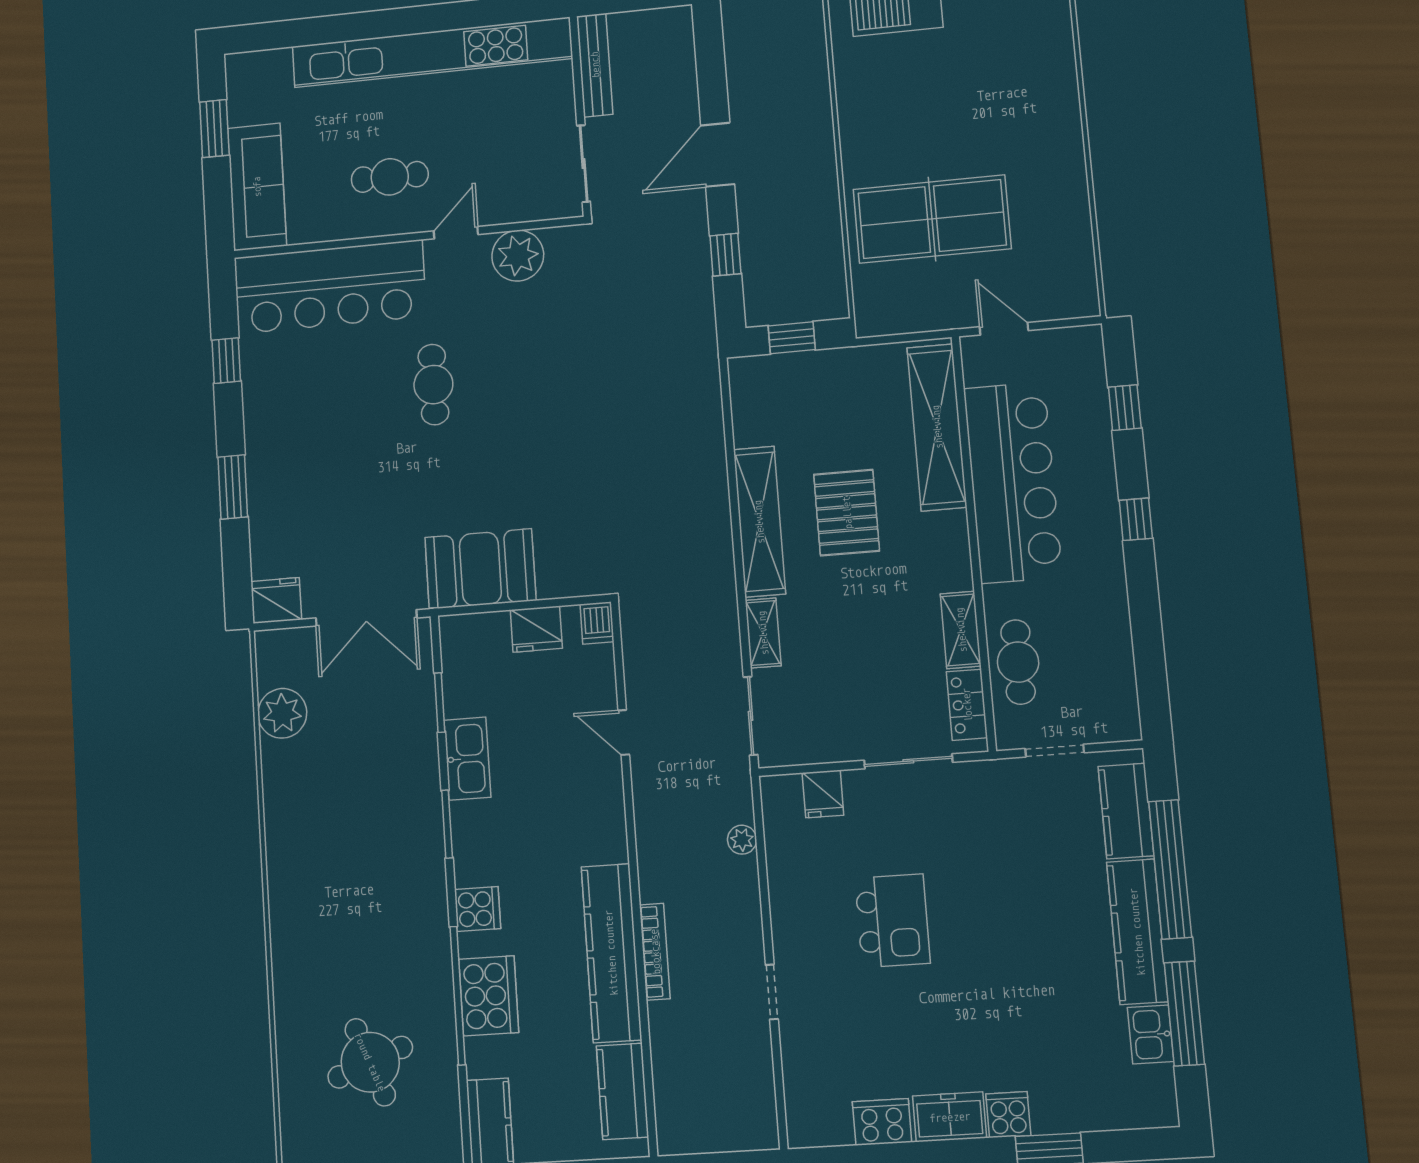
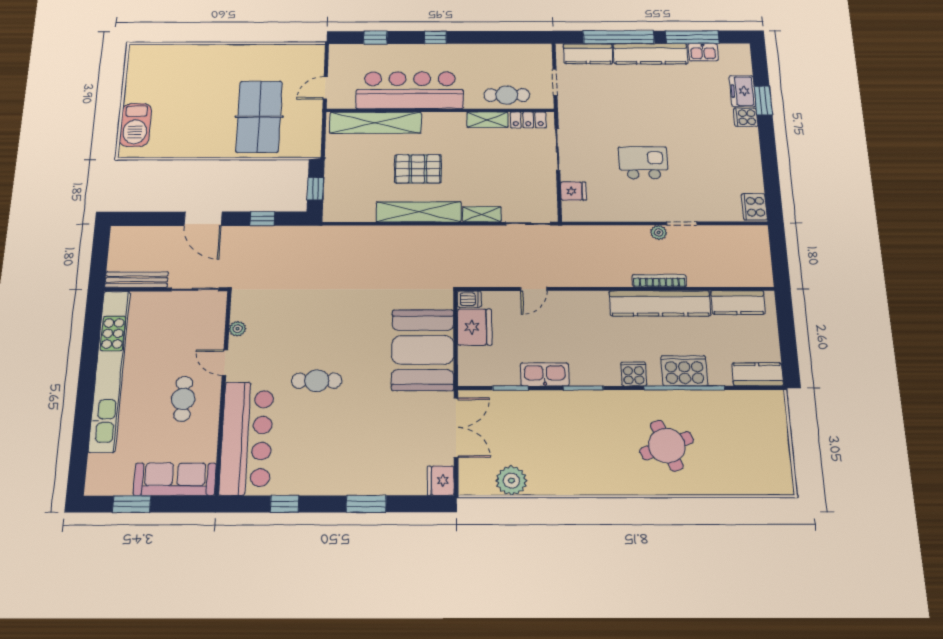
plant: (518, 256) -> (237, 329), width x0.53, depth x0.53
booth: (480, 569) -> (423, 350), width x1.36, depth x1.42
fridge: (536, 629) -> (475, 327), width x1.36, depth x1.34
plant: (742, 840) -> (659, 232), moved
round table: (370, 1062) -> (667, 446), moved
freezer: (950, 1117) -> (743, 91), moved
cooker: (882, 1122) -> (754, 207), moved

